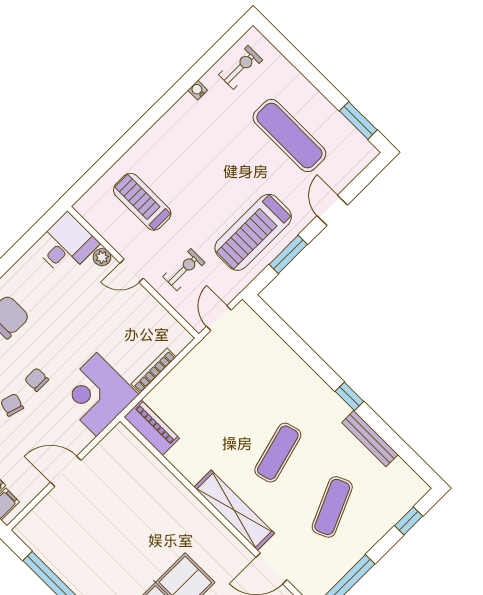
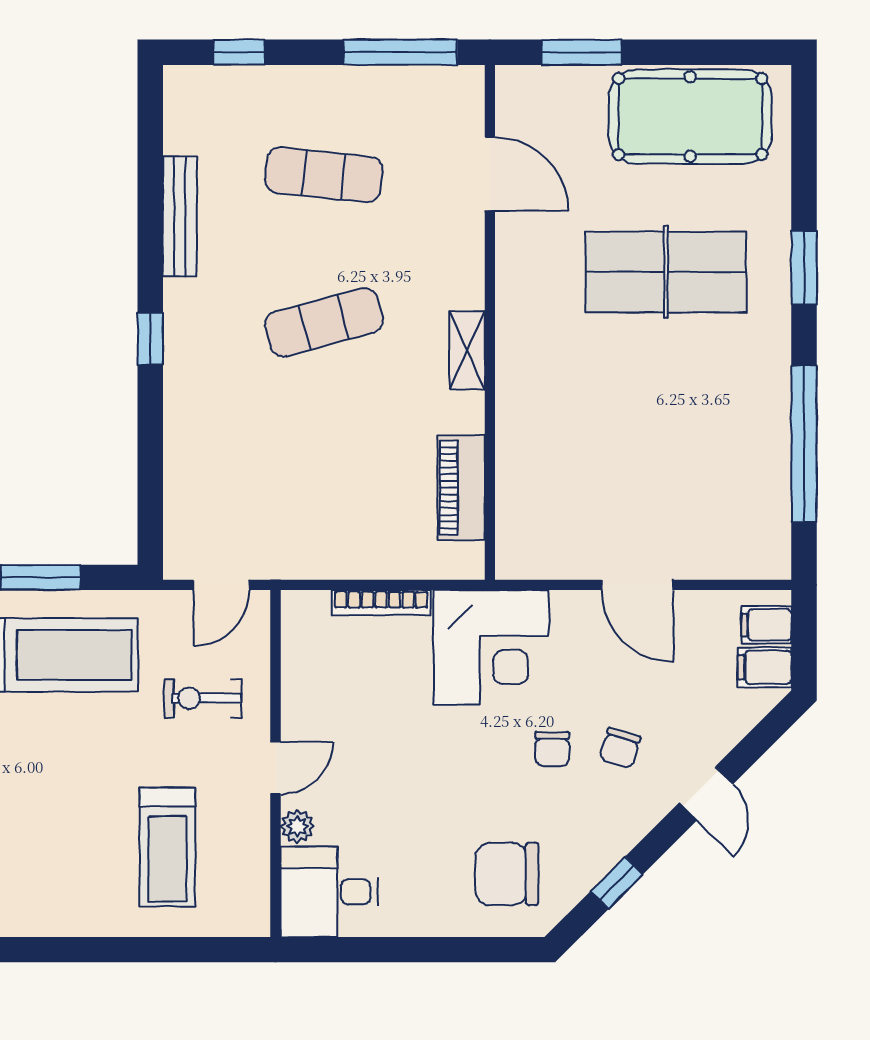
door: (132, 271) -> (276, 768), hinge flipped
window: (349, 396) -> (150, 339), moved
piano: (152, 428) -> (461, 488), moved
exercise mat: (332, 507) -> (324, 175), turned 30
shelving: (234, 510) -> (467, 350), width x0.45, depth x0.75

